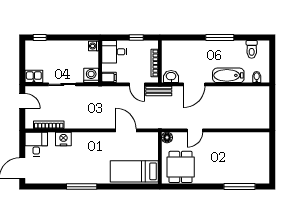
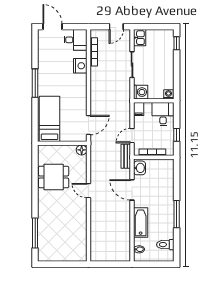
floor lamp: (167, 137) -> (82, 150), moved
wall: (160, 158) -> (62, 143), moved
bed: (134, 171) -> (49, 119), moved

